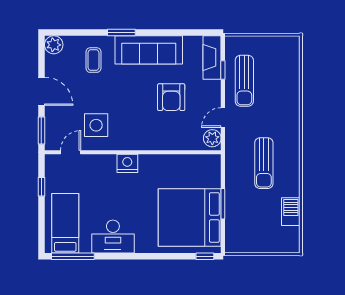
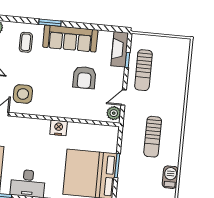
nightstand: (127, 163) -> (59, 128), moved

